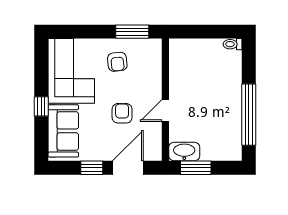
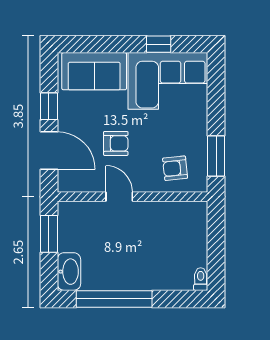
armchair: (117, 62) -> (175, 168), moved
window: (41, 106) -> (159, 44), moved
washbasin: (184, 151) -> (69, 272), moved

